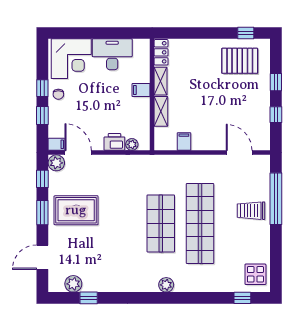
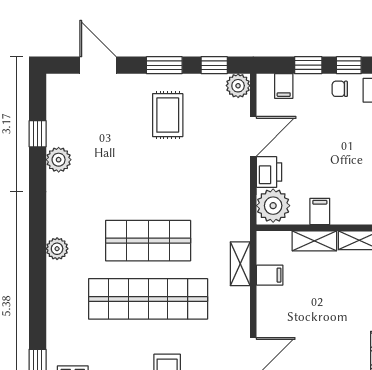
filing cabinet: (141, 90) -> (320, 211), moved
filing cabinet: (56, 144) -> (284, 86), moved
plant: (132, 144) -> (273, 206), width x1.88, depth x1.88
door: (78, 153) -> (253, 136), moved
shelving: (176, 161) -> (240, 264), added
rug: (76, 210) -> (168, 115), width x0.73, depth x0.70
plant: (73, 284) -> (59, 160), moved

